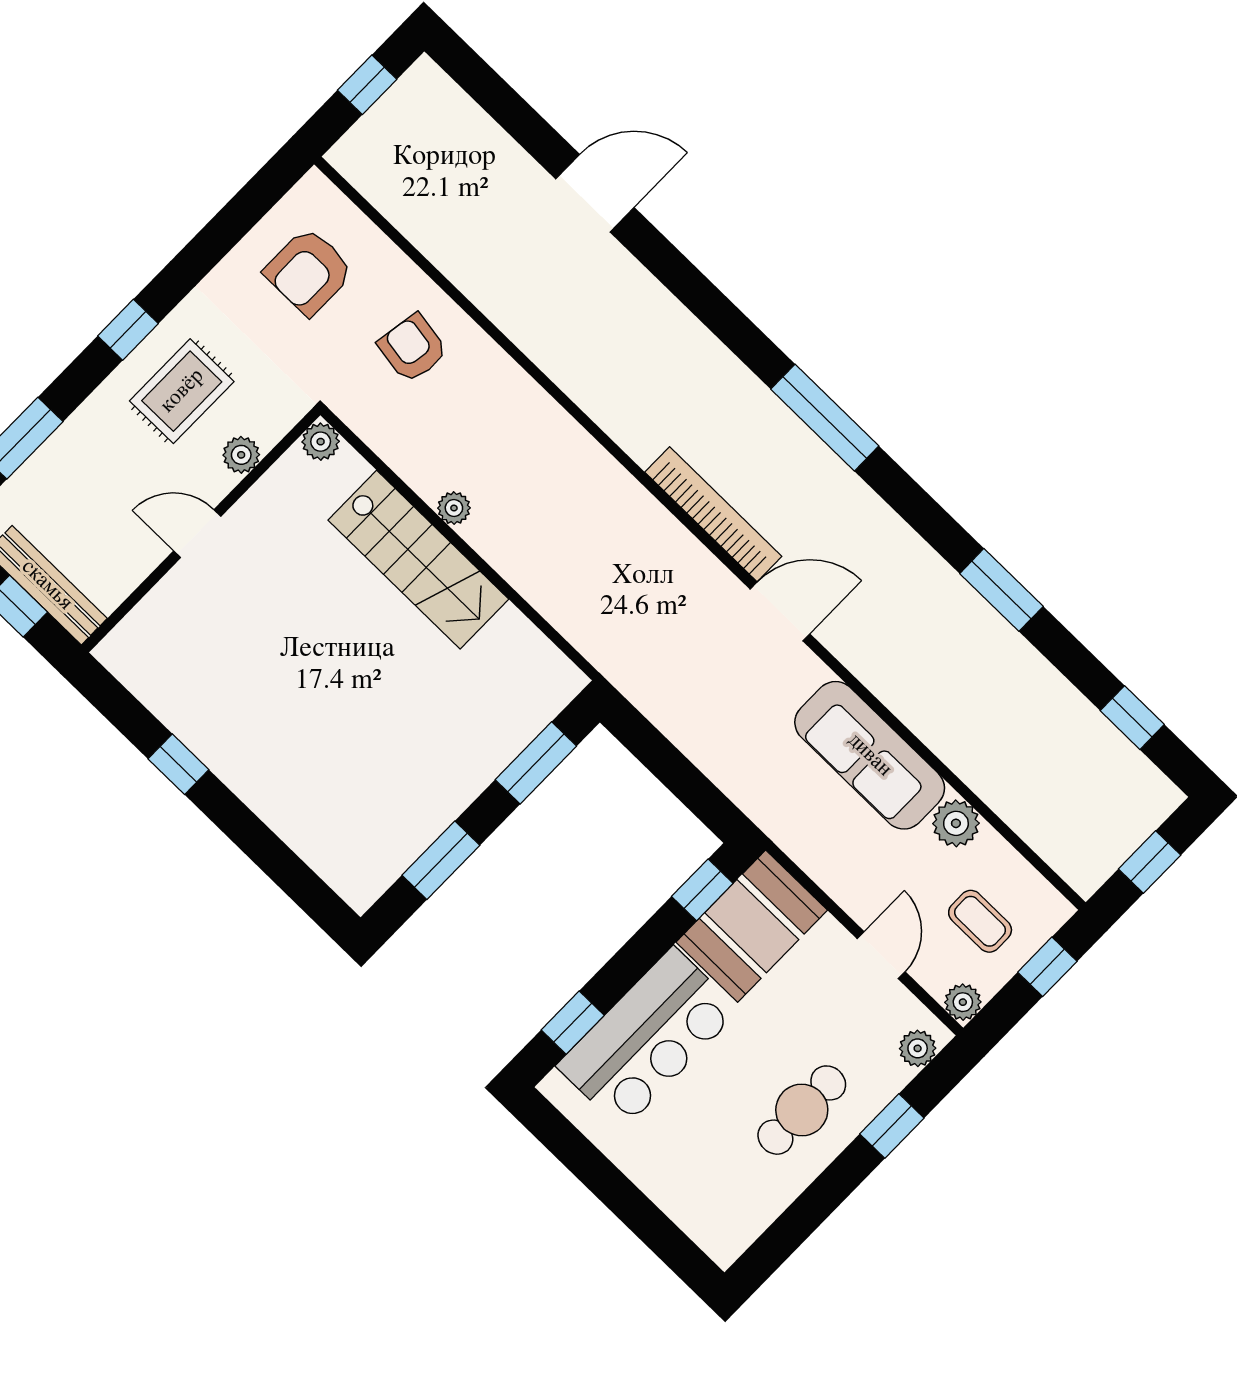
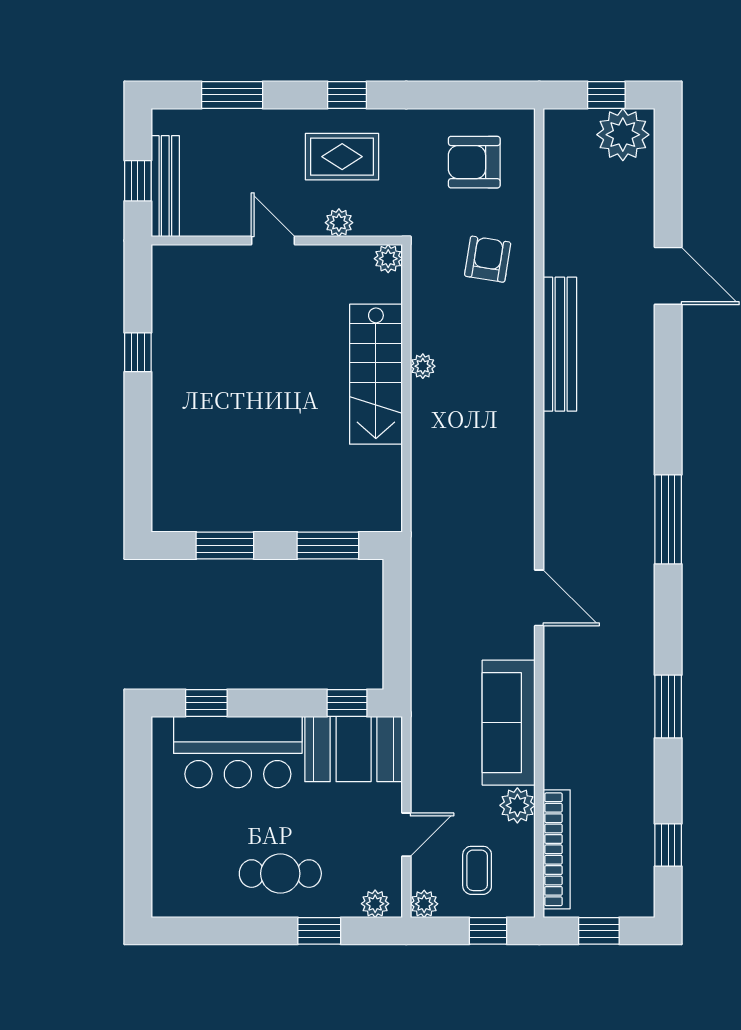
plant: (420, 106) -> (623, 135), added
bench: (560, 358) -> (560, 344), added
bookcase: (713, 514) -> (557, 849), moved

